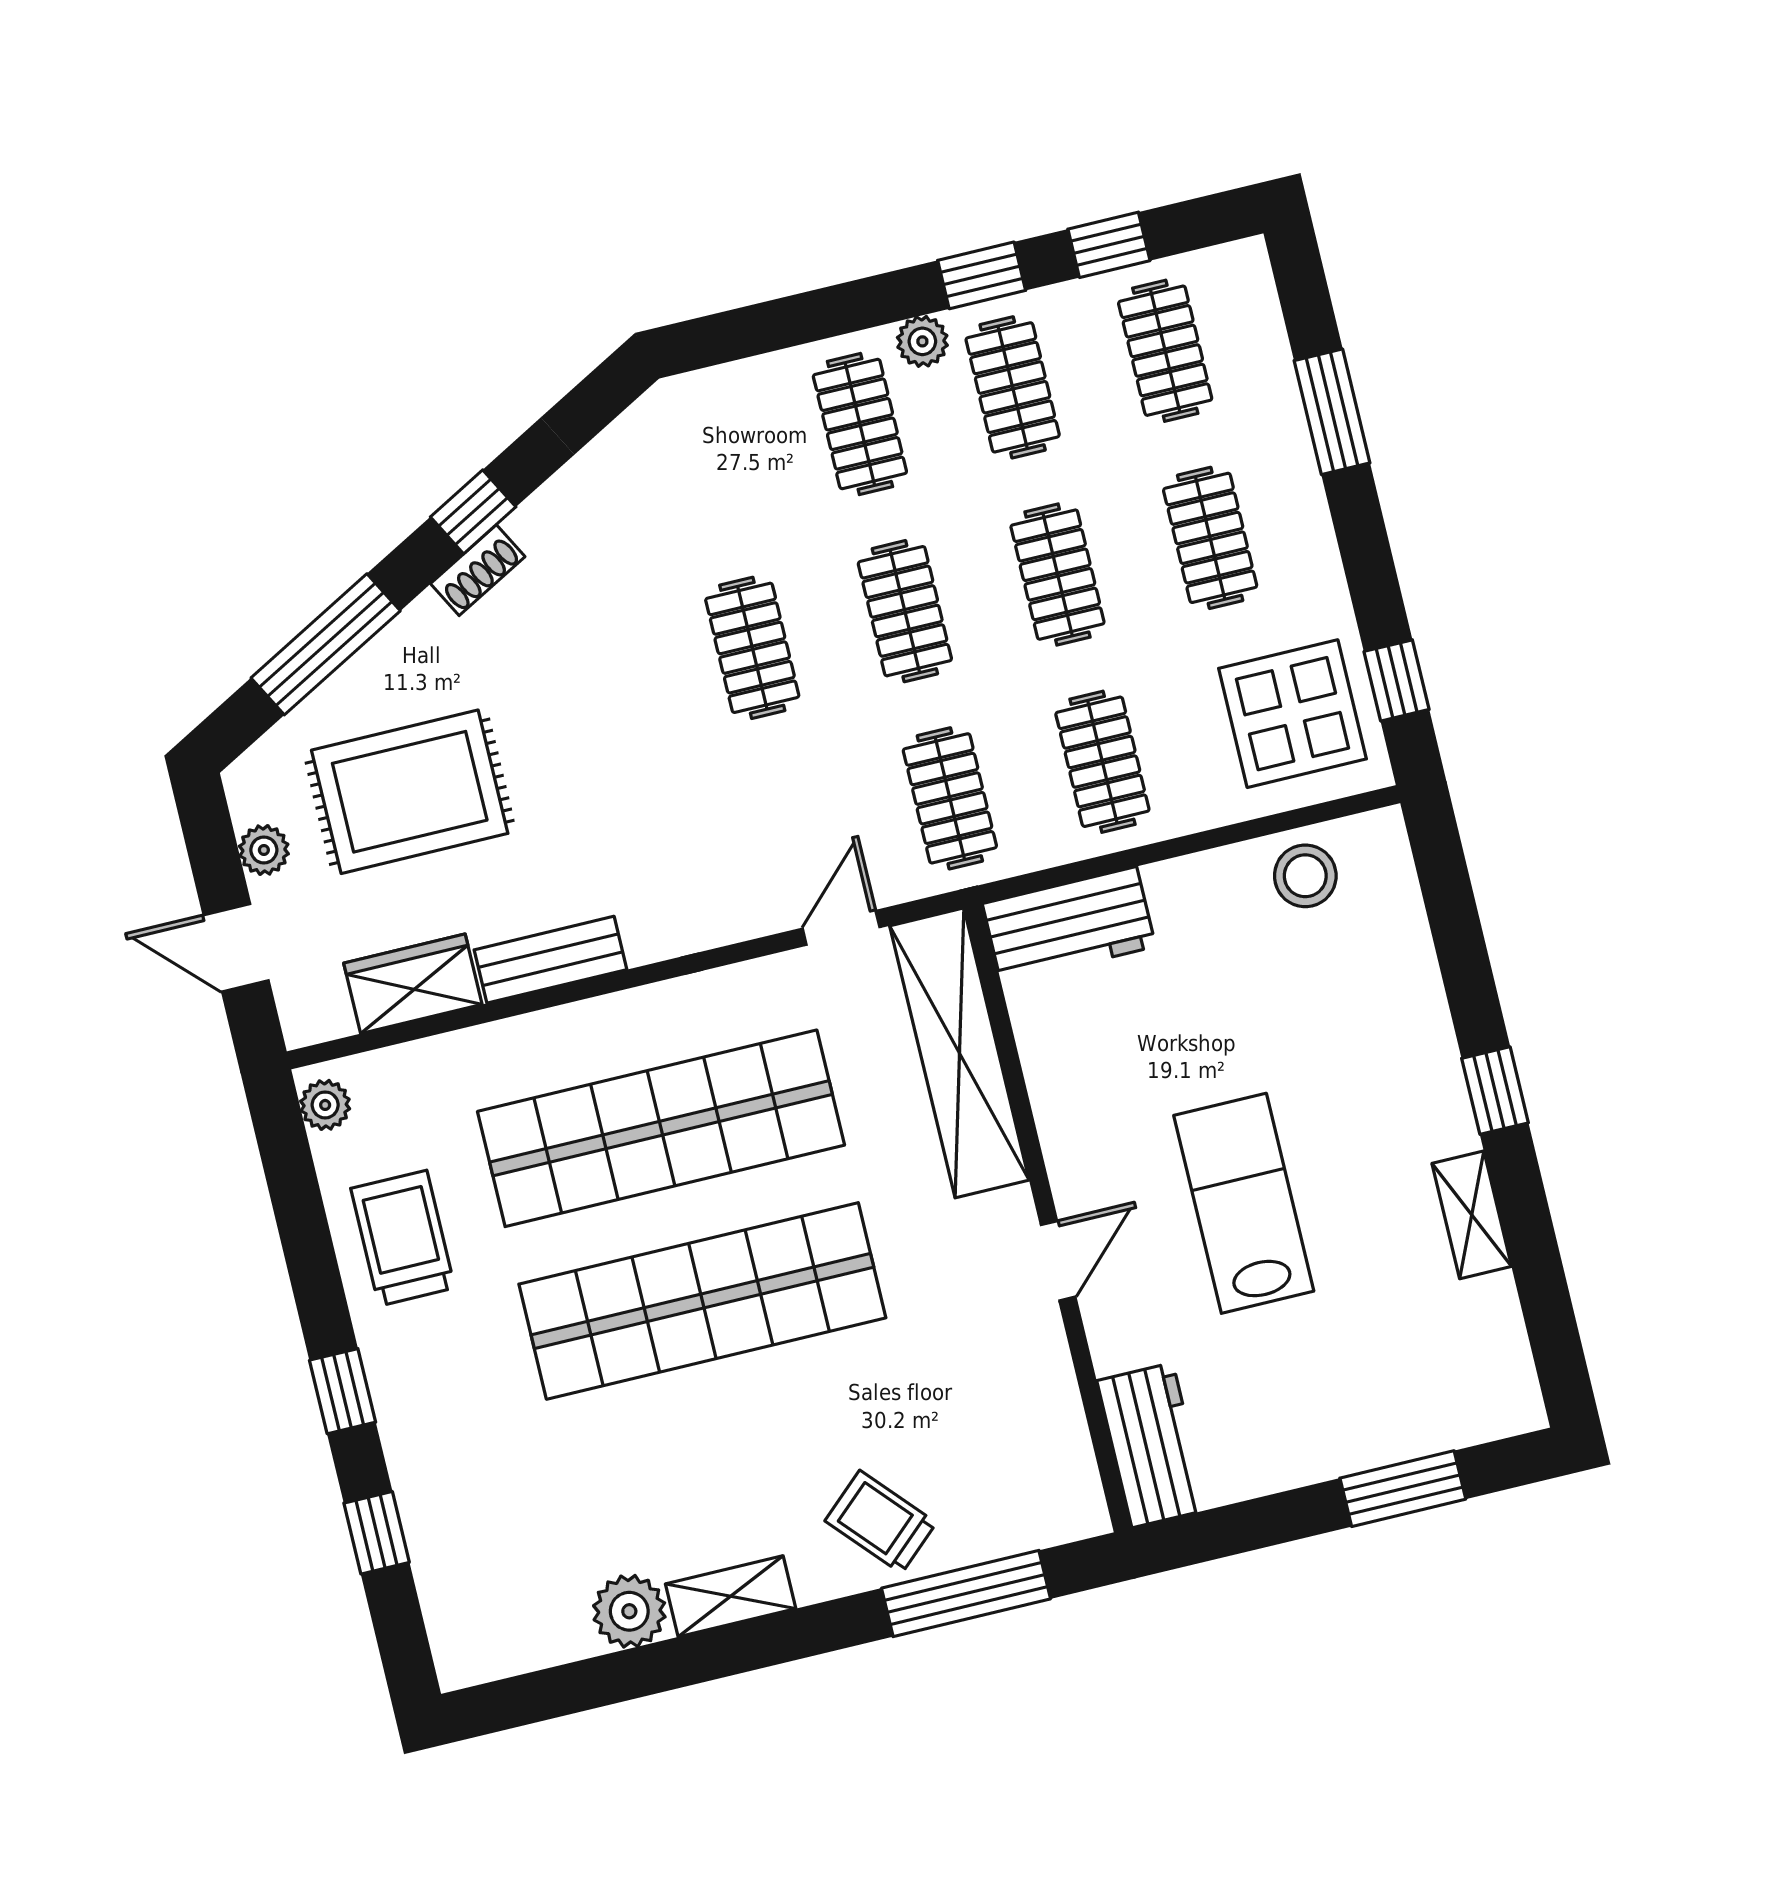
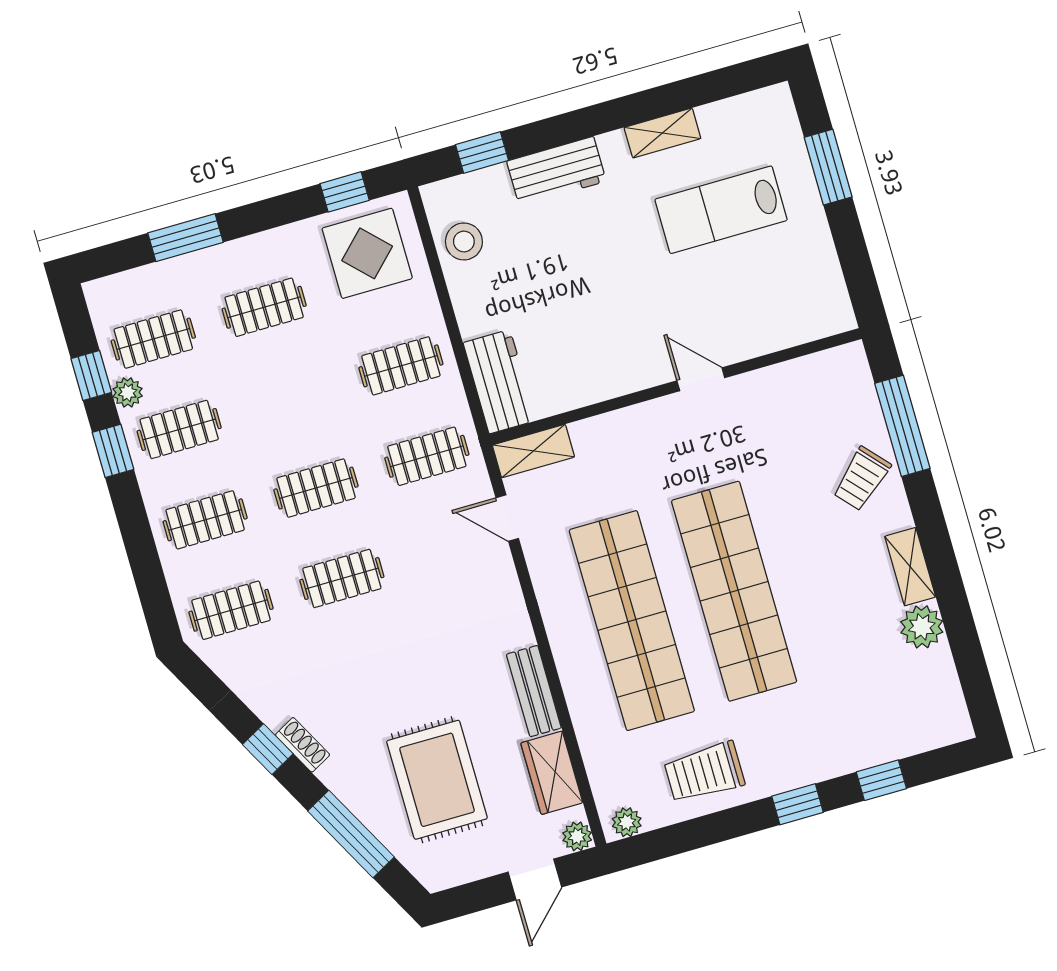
plant: (922, 341) -> (128, 392), moved
clothes rail: (1058, 575) -> (231, 610), moved
plant: (264, 850) -> (577, 836), moved
shelving: (959, 1053) -> (533, 451), width x0.45, depth x0.75
window: (1495, 1091) -> (482, 153), moved
lab bench: (1244, 1203) -> (721, 210), moved
workbench: (1152, 1445) -> (556, 171), moved, turned 180

